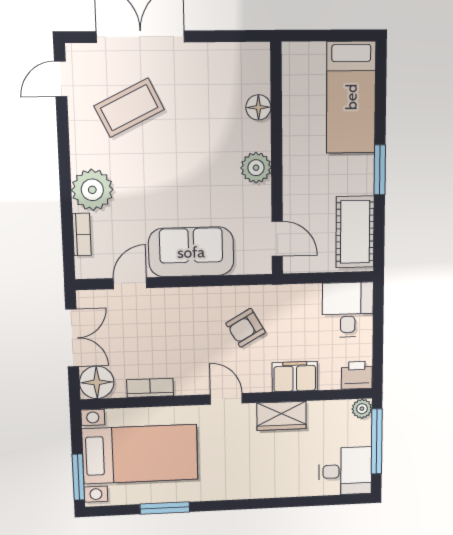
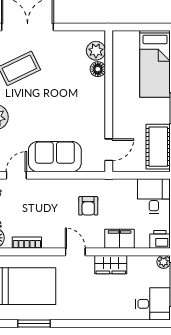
plant: (256, 168) -> (96, 51), moved
door: (277, 239) -> (109, 150), hinge flipped
armchair: (246, 328) -> (88, 206), turned -60

